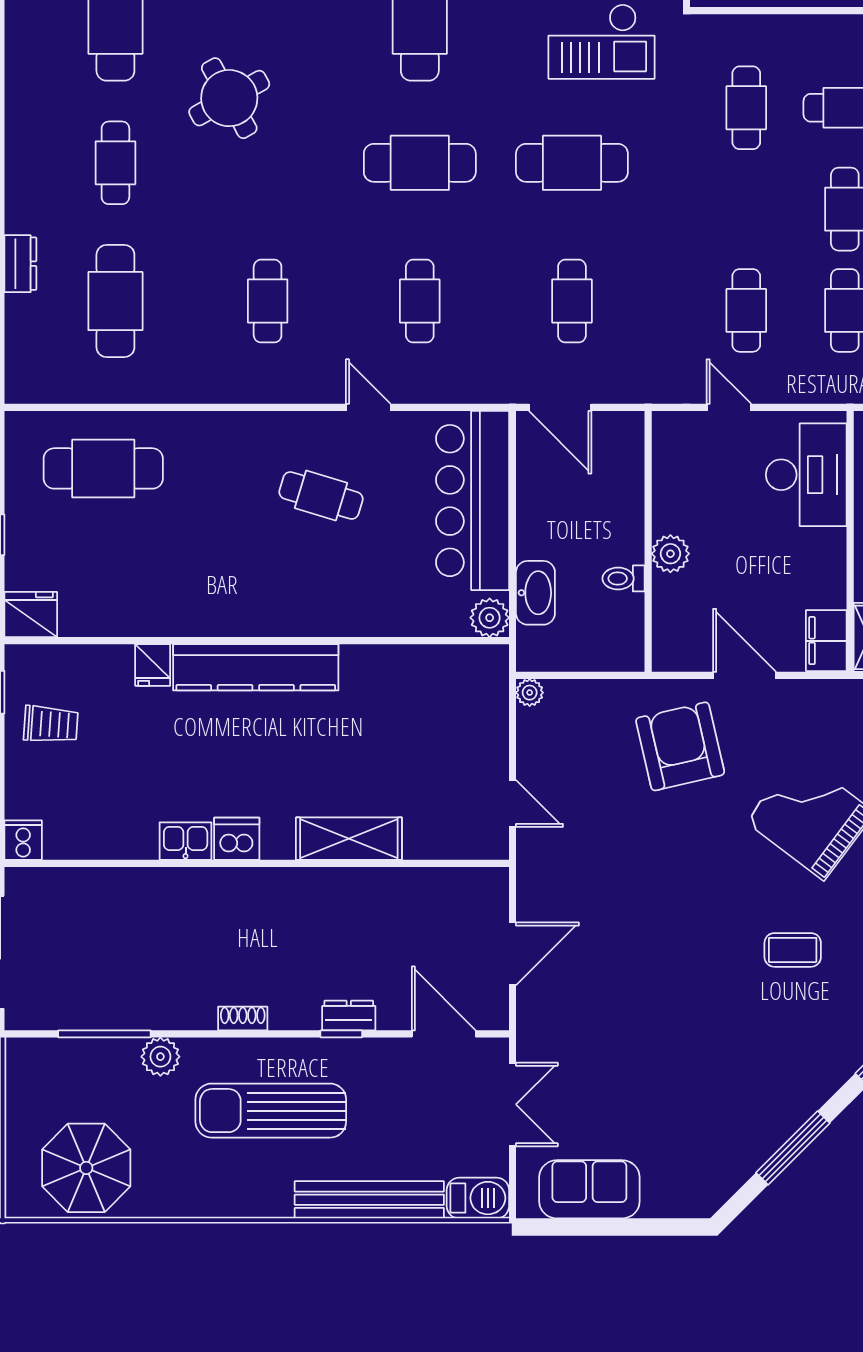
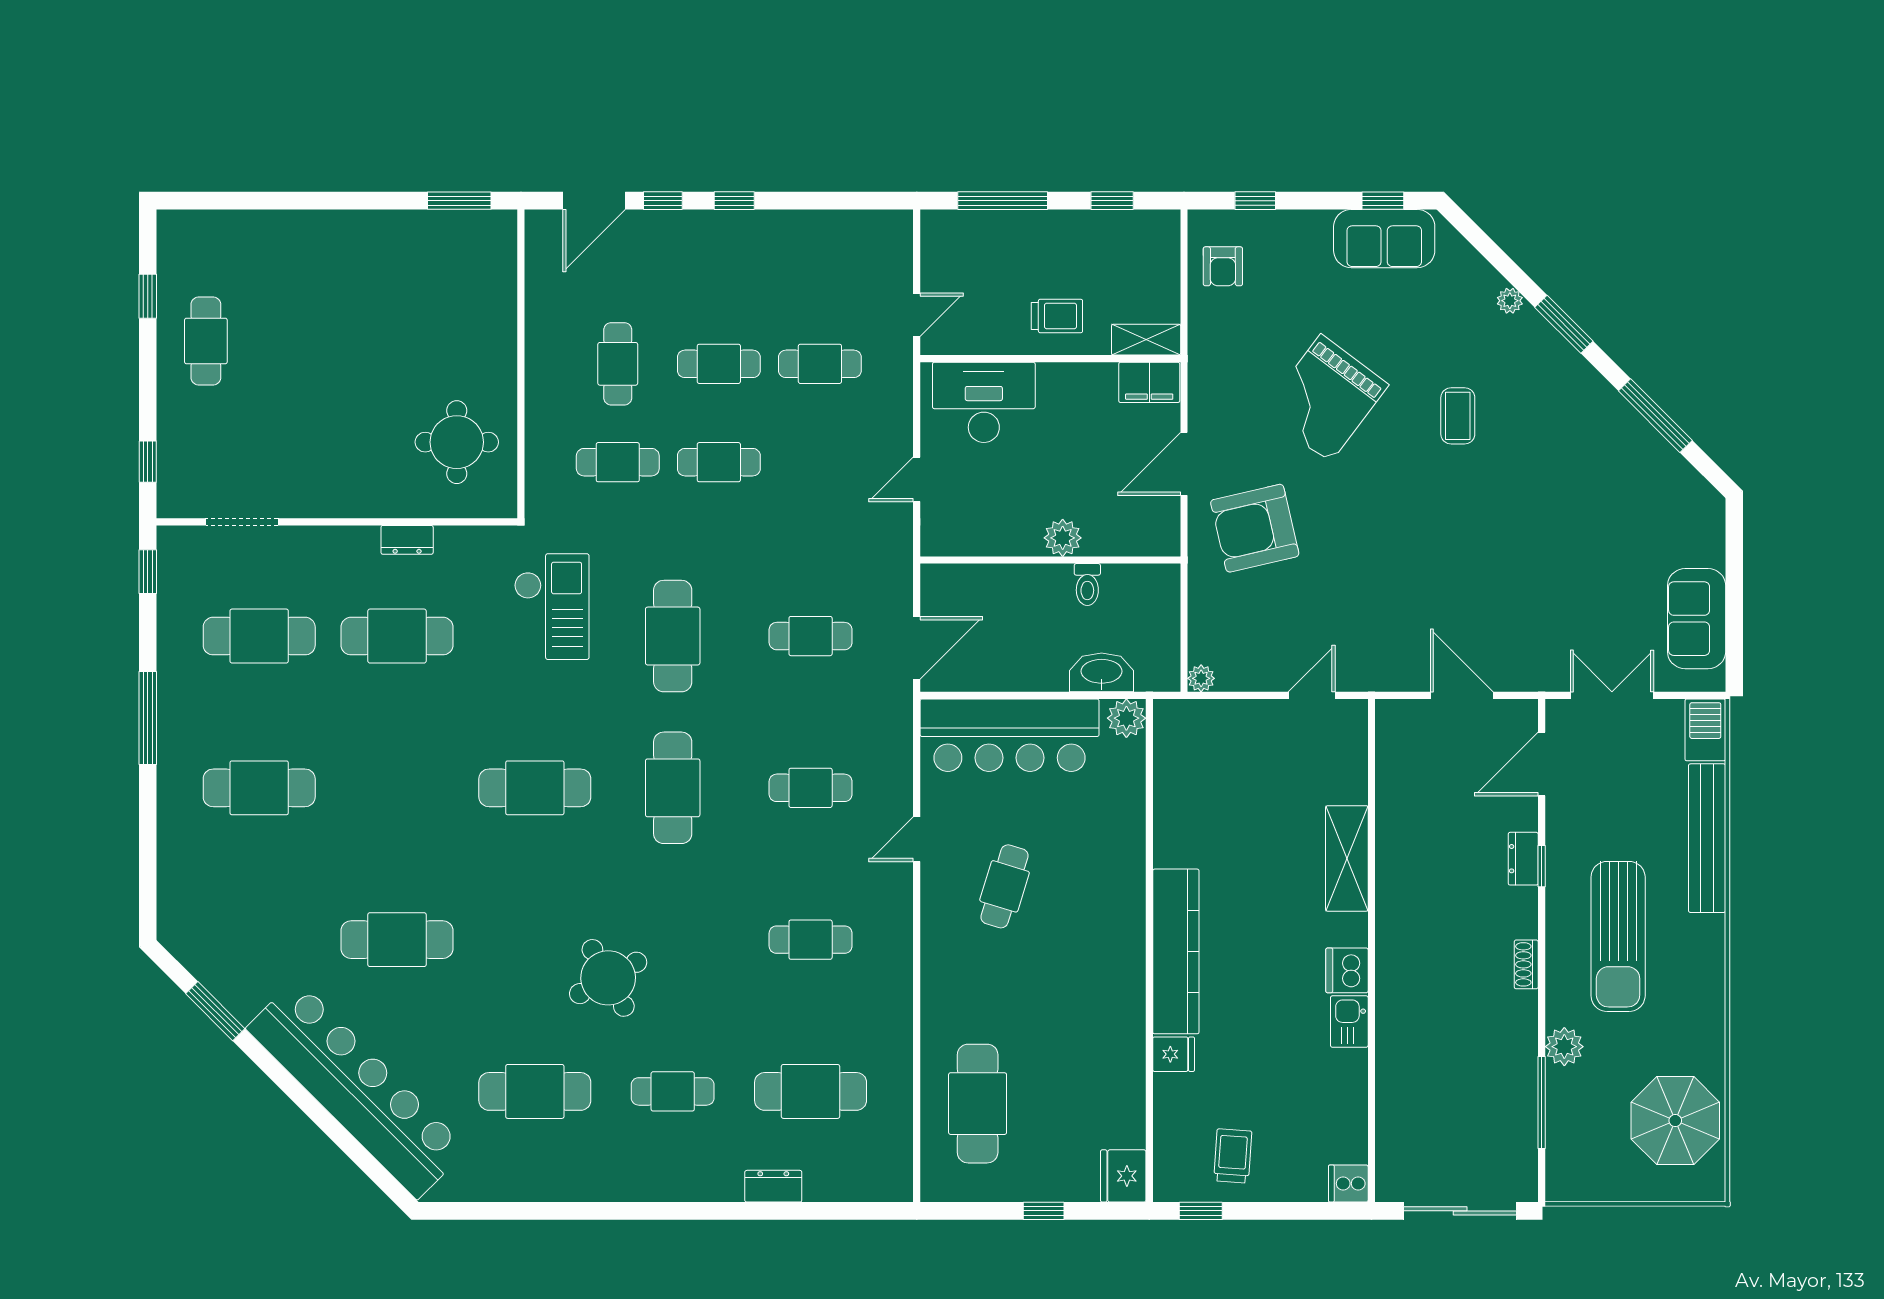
cafe table: (746, 310) -> (719, 462), moved

